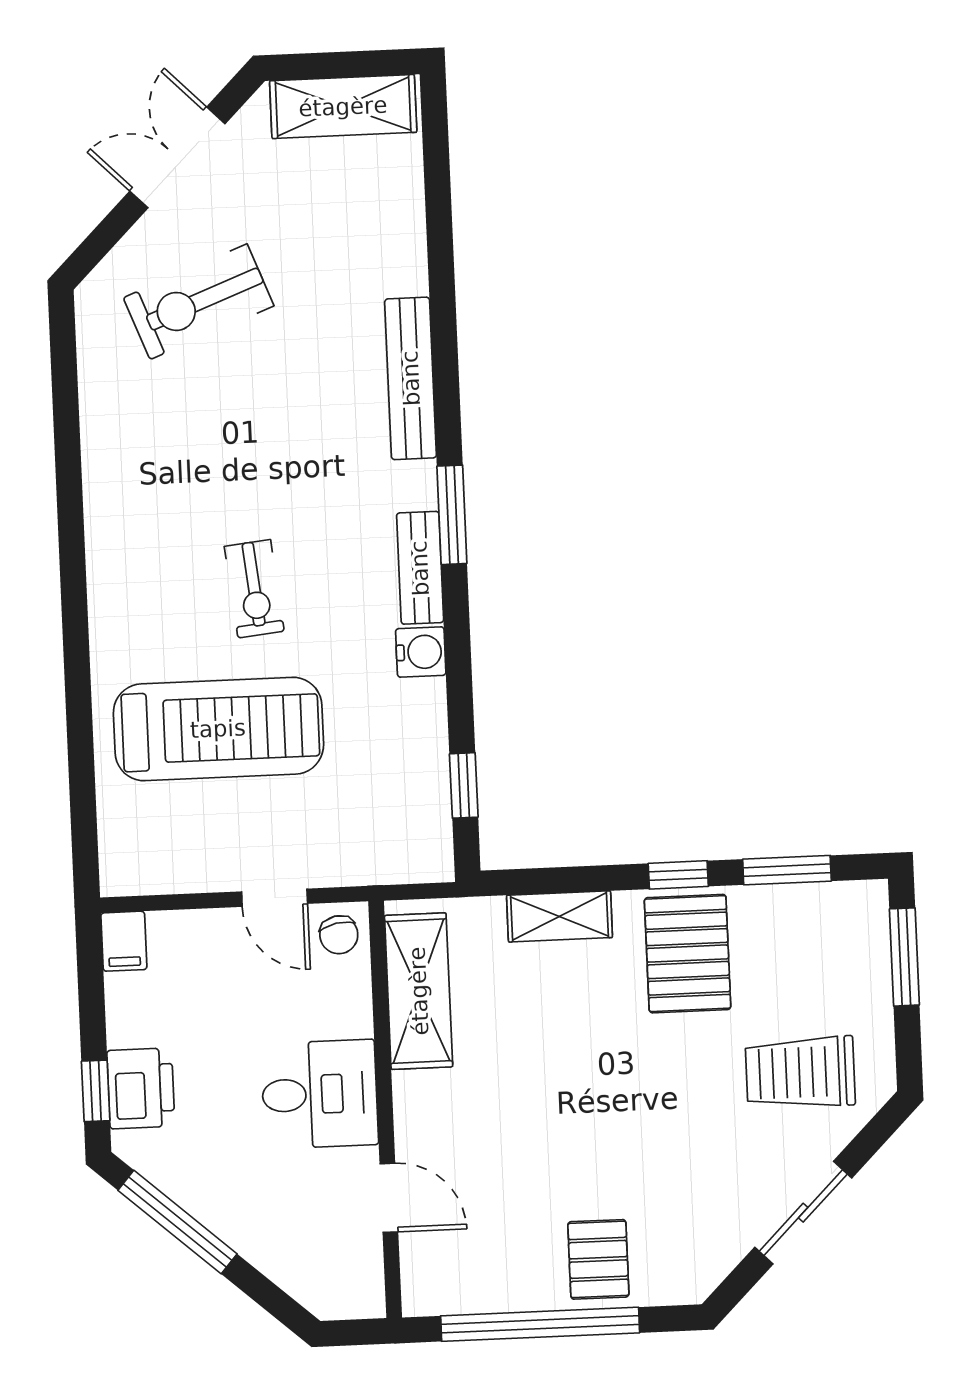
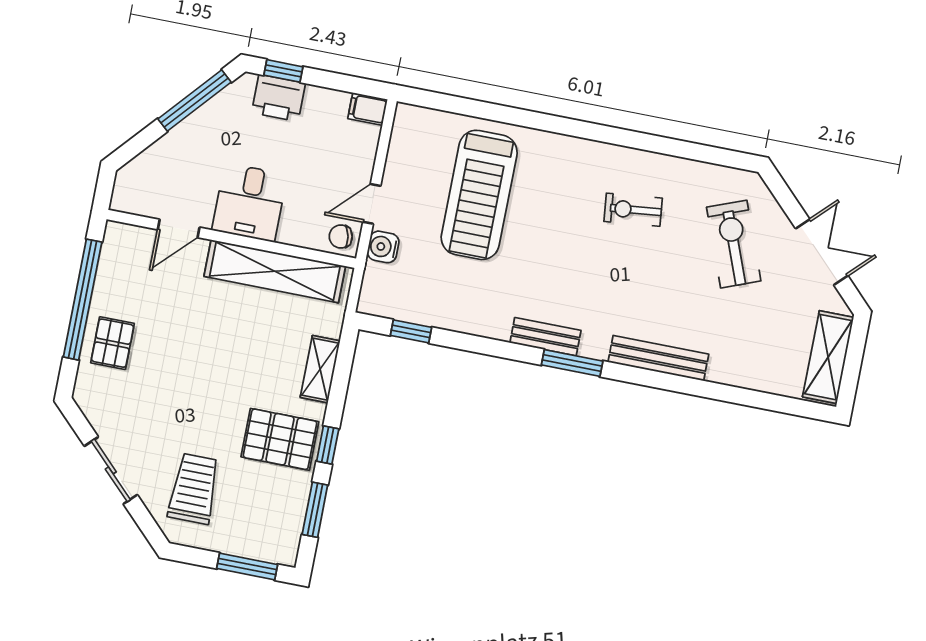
exercise bike: (254, 589) -> (633, 210), moved
water cooler: (421, 652) -> (383, 247), moved, turned 90
shelving: (419, 991) -> (275, 271), width x1.47
pallet: (598, 1259) -> (113, 343), turned 90

